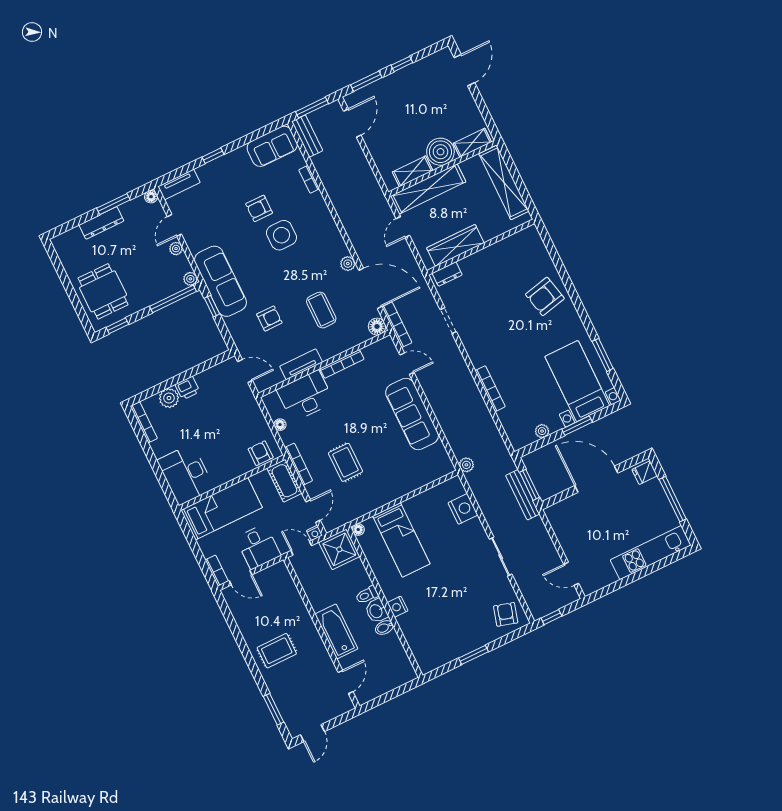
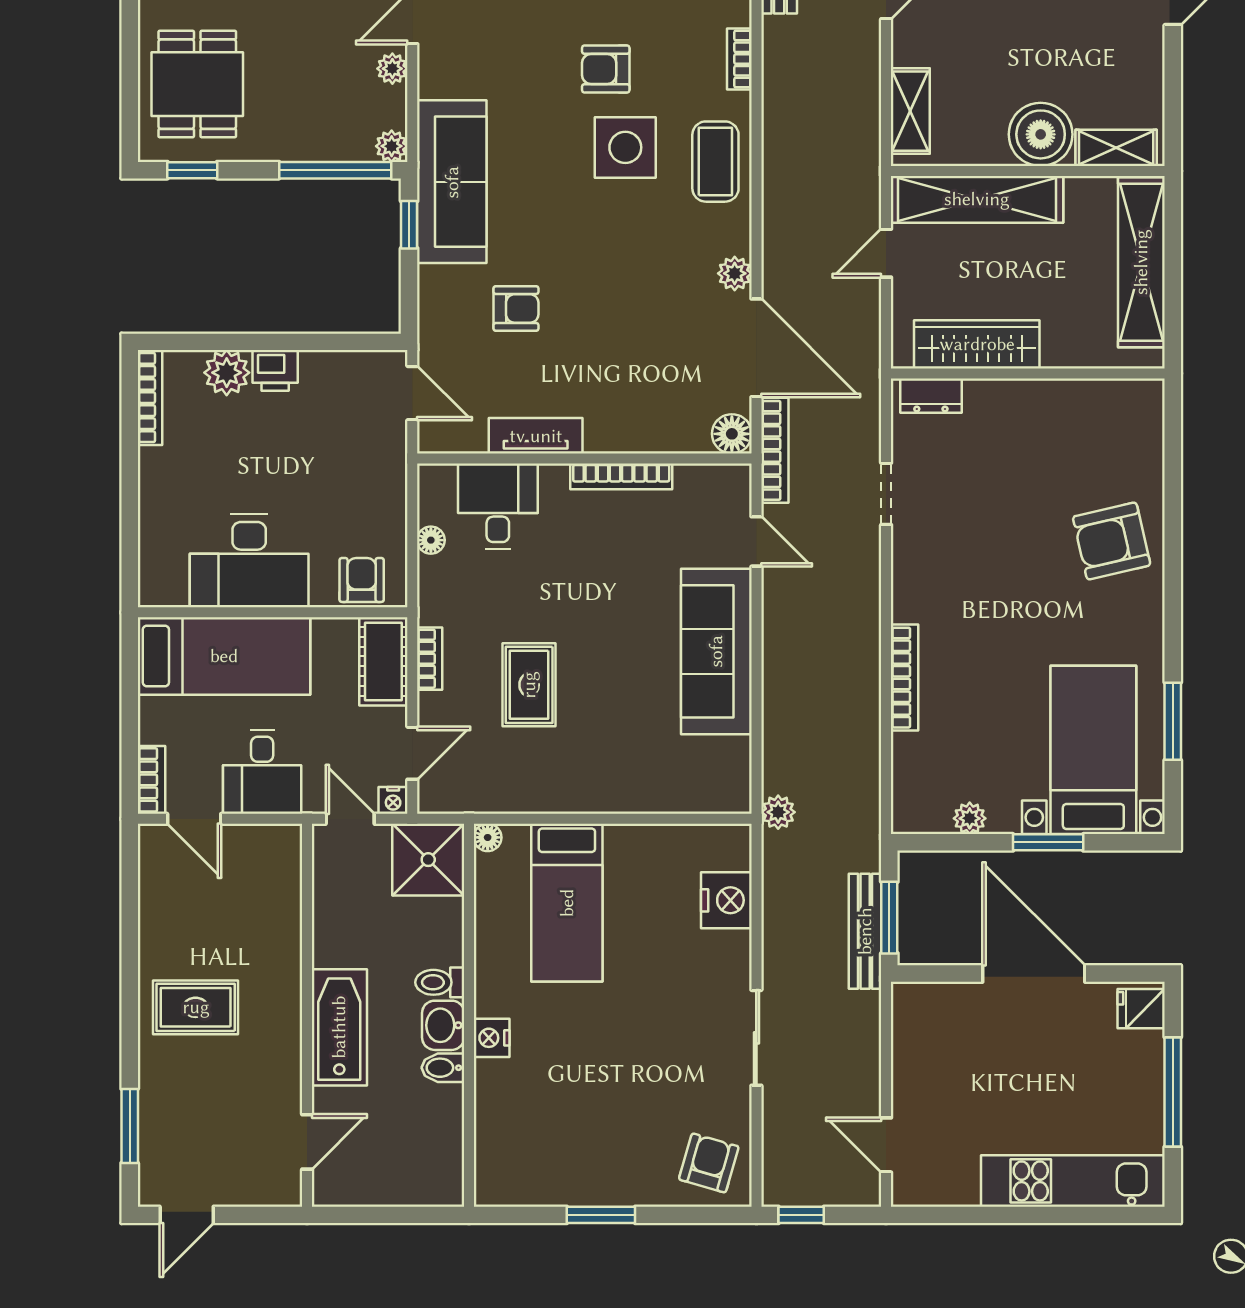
shelving: (413, 171) -> (910, 111), moved, turned 90
coffee table: (321, 310) -> (715, 162), moved
desk: (305, 396) -> (498, 506), width x0.73
bookcase: (299, 464) -> (430, 659), width x0.64
desk: (186, 474) -> (249, 561), moved, turned -90

